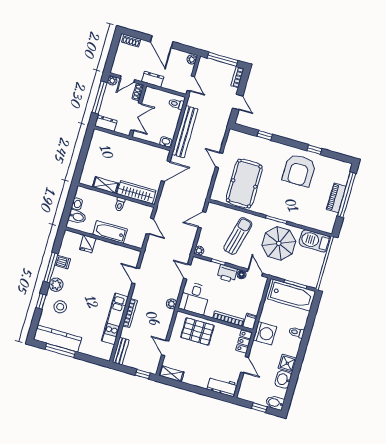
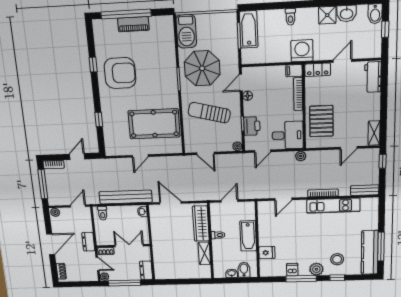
printer: (227, 273) -> (252, 126), moved
bathtub: (292, 295) -> (249, 29), width x0.73, depth x0.73

